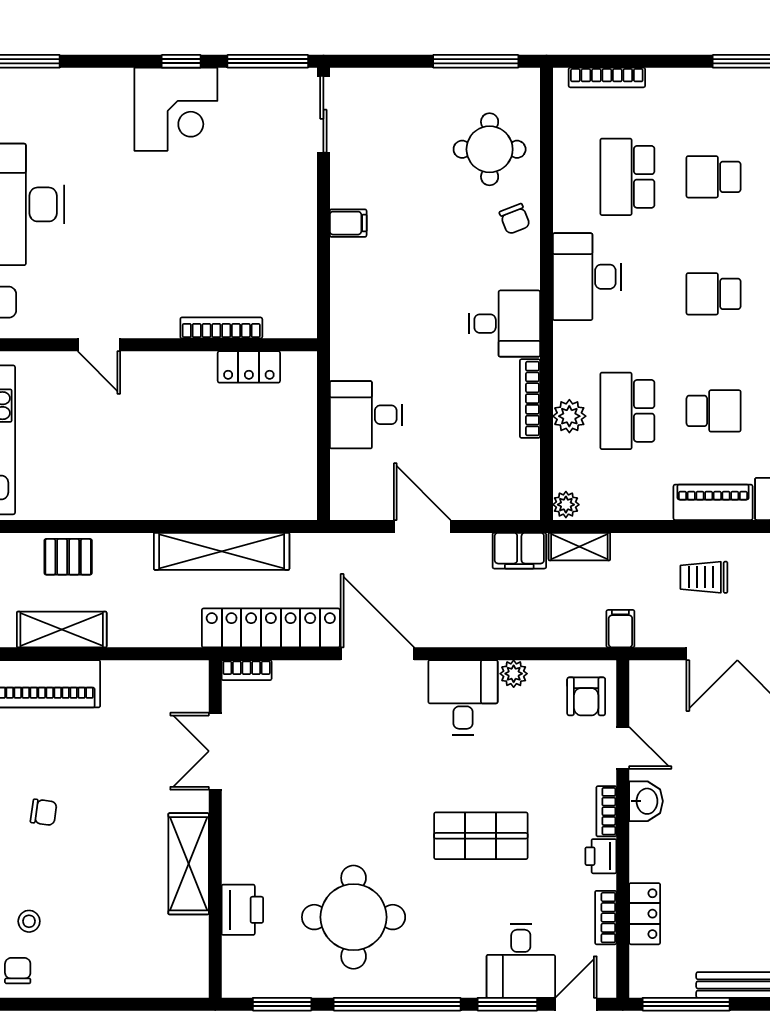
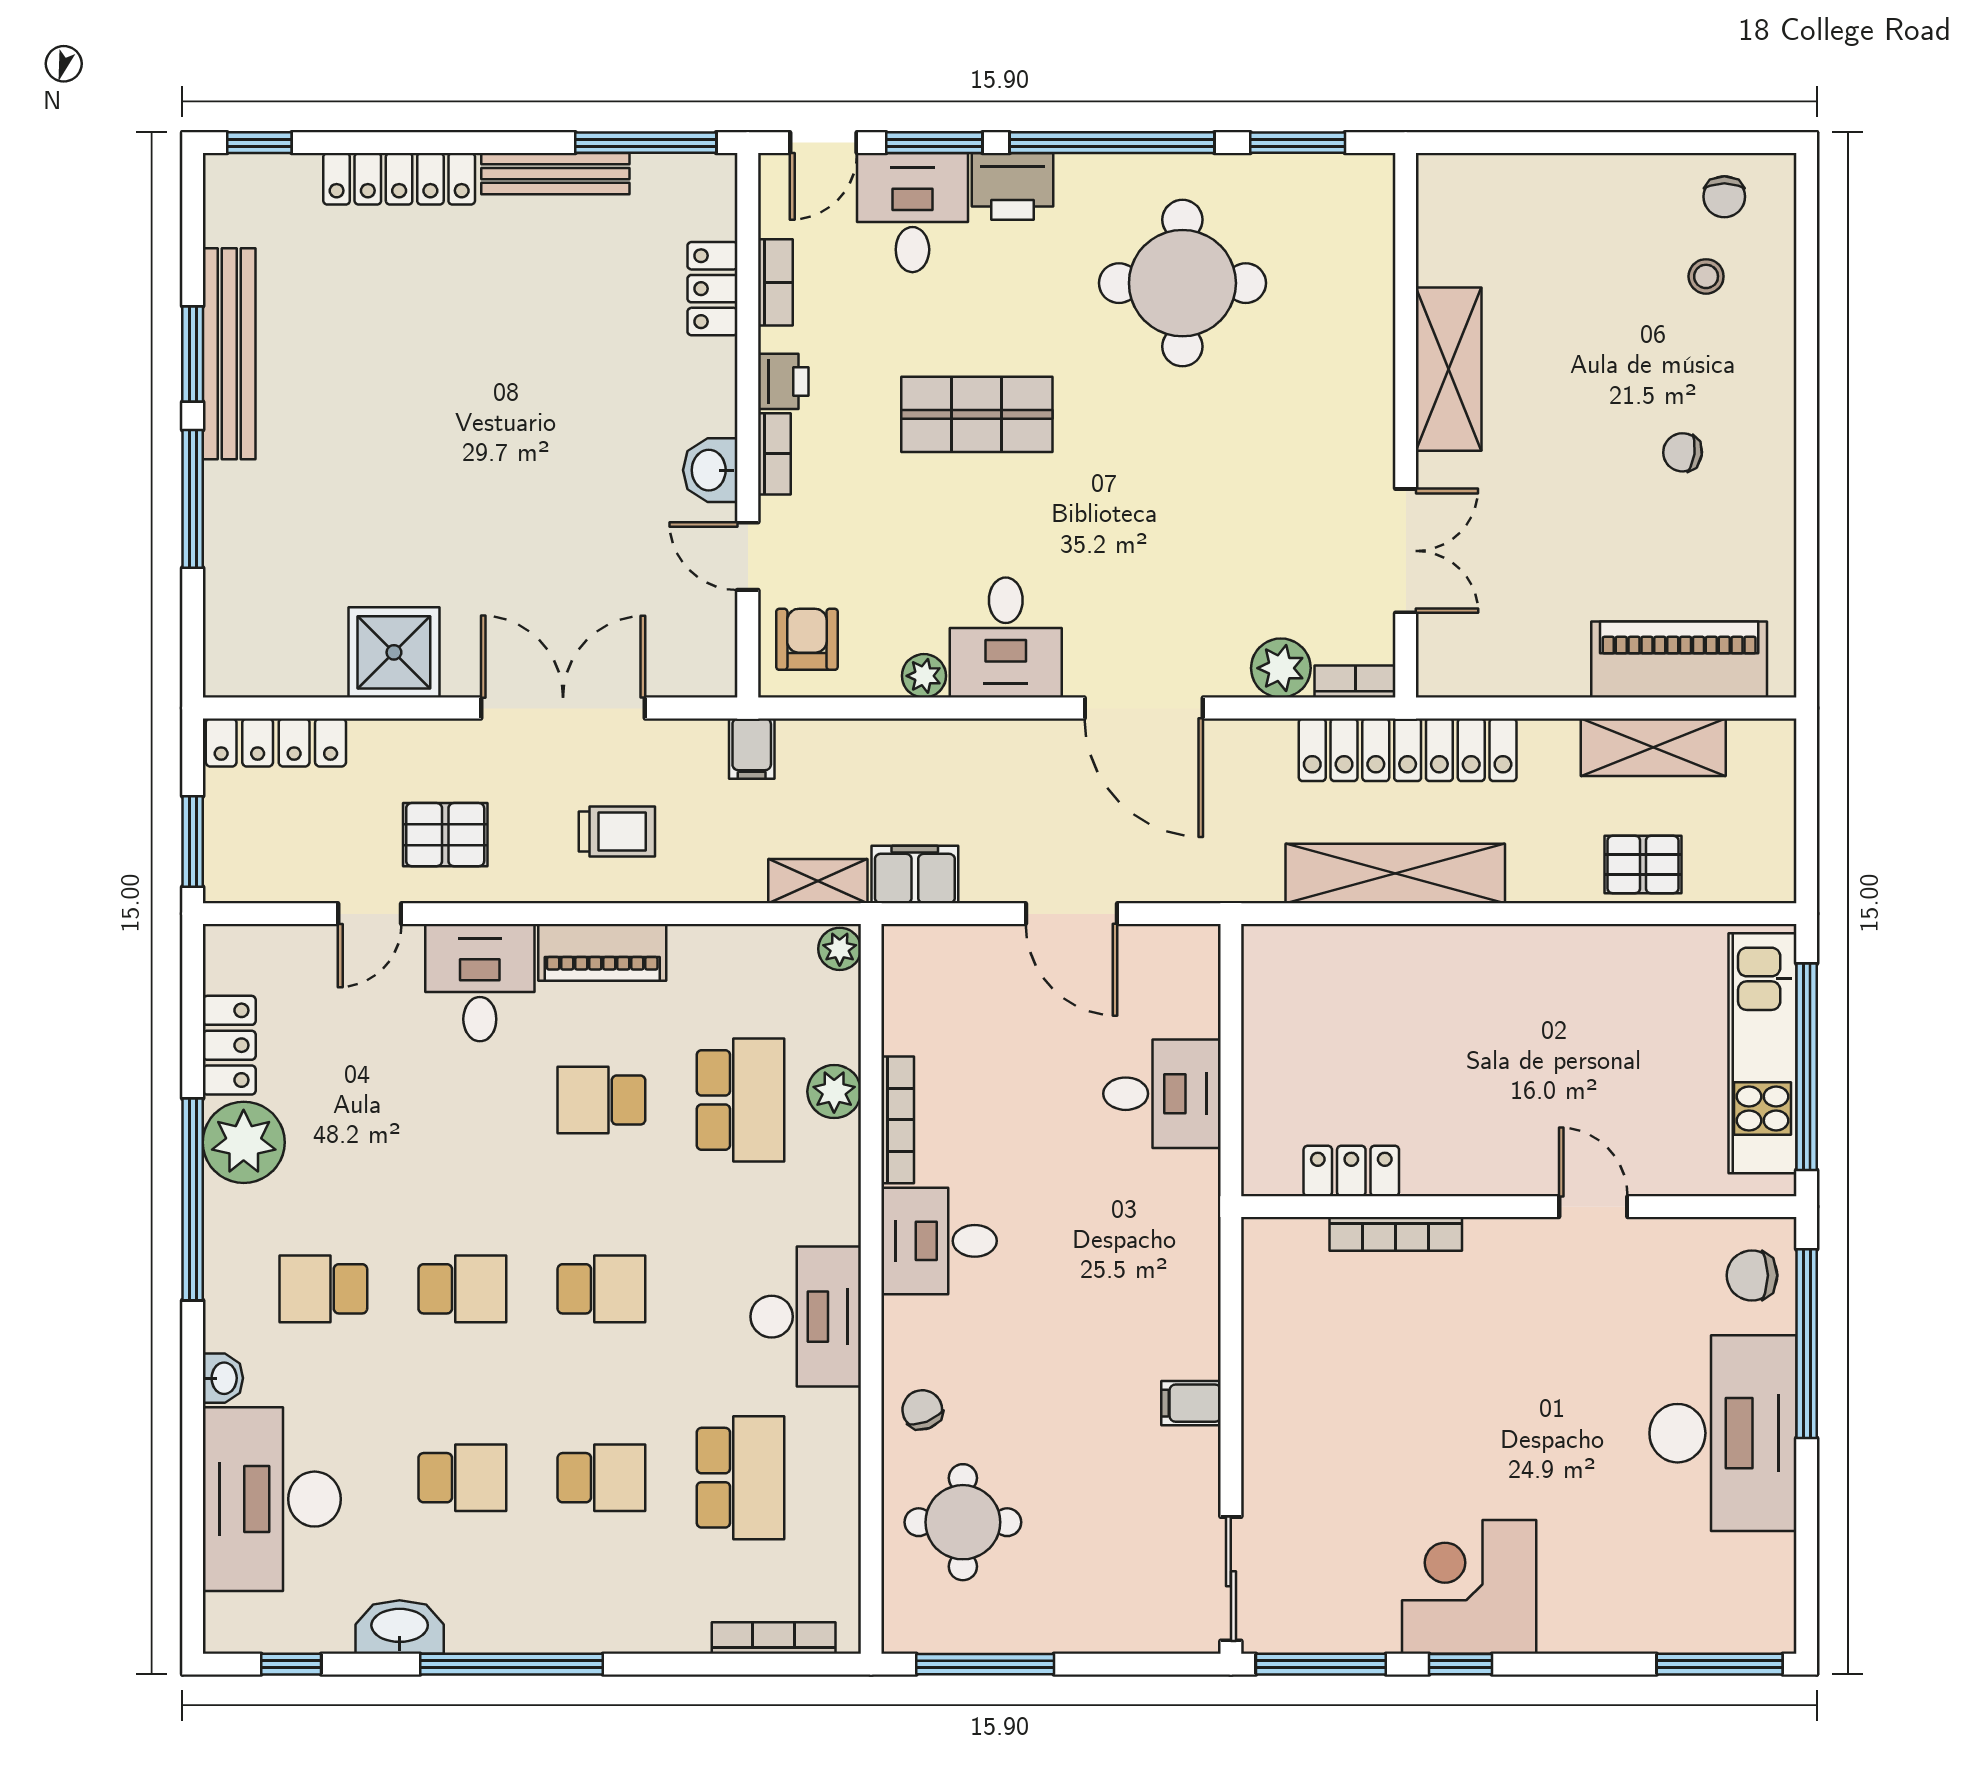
locker: (271, 628) -> (1408, 750), moved
plant: (292, 679) -> (1281, 668), added
printer: (242, 910) -> (1012, 186), moved, turned -90

